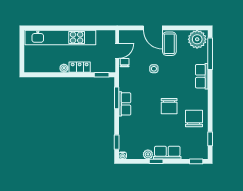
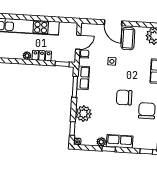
row of seats: (125, 104) -> (83, 78), moved
chair: (169, 106) -> (124, 97), turned 89
plant: (127, 126) -> (84, 113), added

